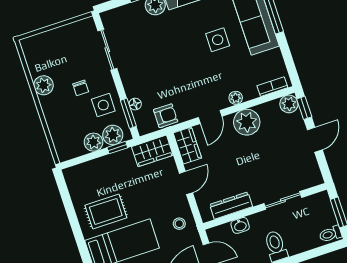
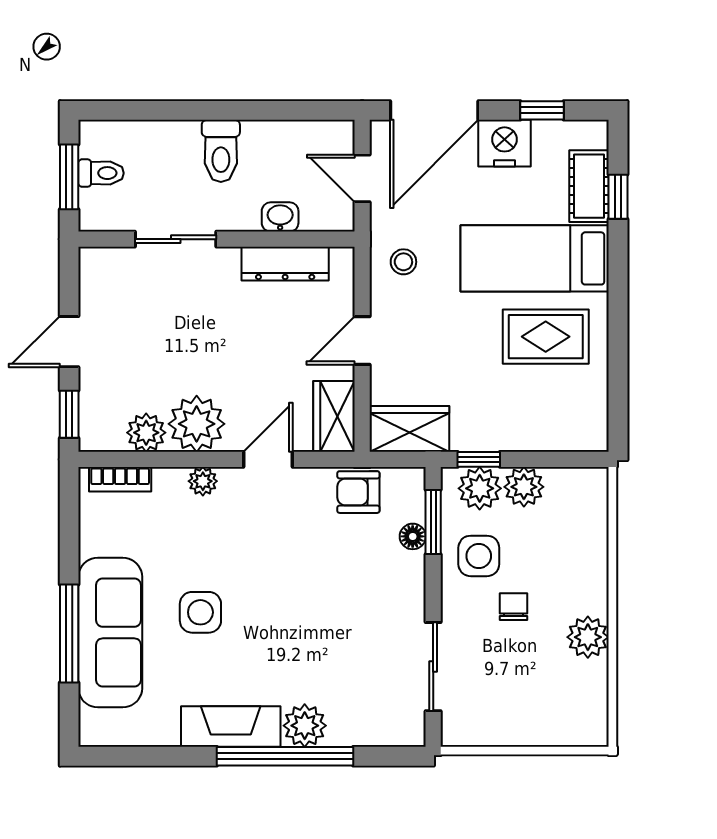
plant: (289, 104) -> (146, 433), moved
toilet: (330, 234) -> (101, 173), moved

